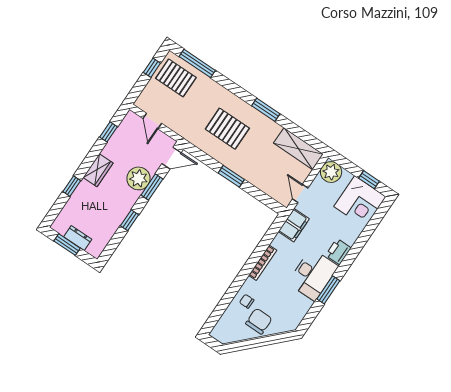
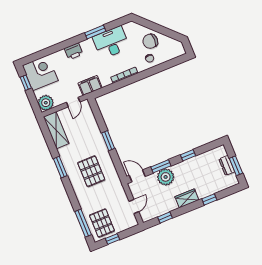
desk: (313, 275) -> (111, 42), moved

